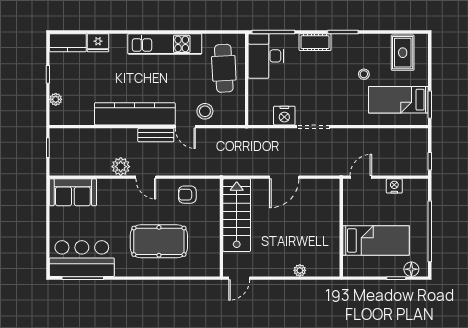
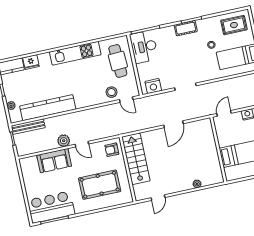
cot: (315, 42) -> (186, 28), moved
rug: (403, 53) -> (234, 25), turned 90
kitchen counter: (135, 114) -> (48, 108), moved
nightstand: (284, 116) -> (153, 86), moved
door: (185, 127) -> (126, 100), moved
bench: (156, 135) -> (28, 127), moved, width x1.36
sofa: (73, 192) -> (54, 161), moved
stairs: (237, 215) -> (136, 159), moved
wall: (221, 228) -> (128, 169), moved

